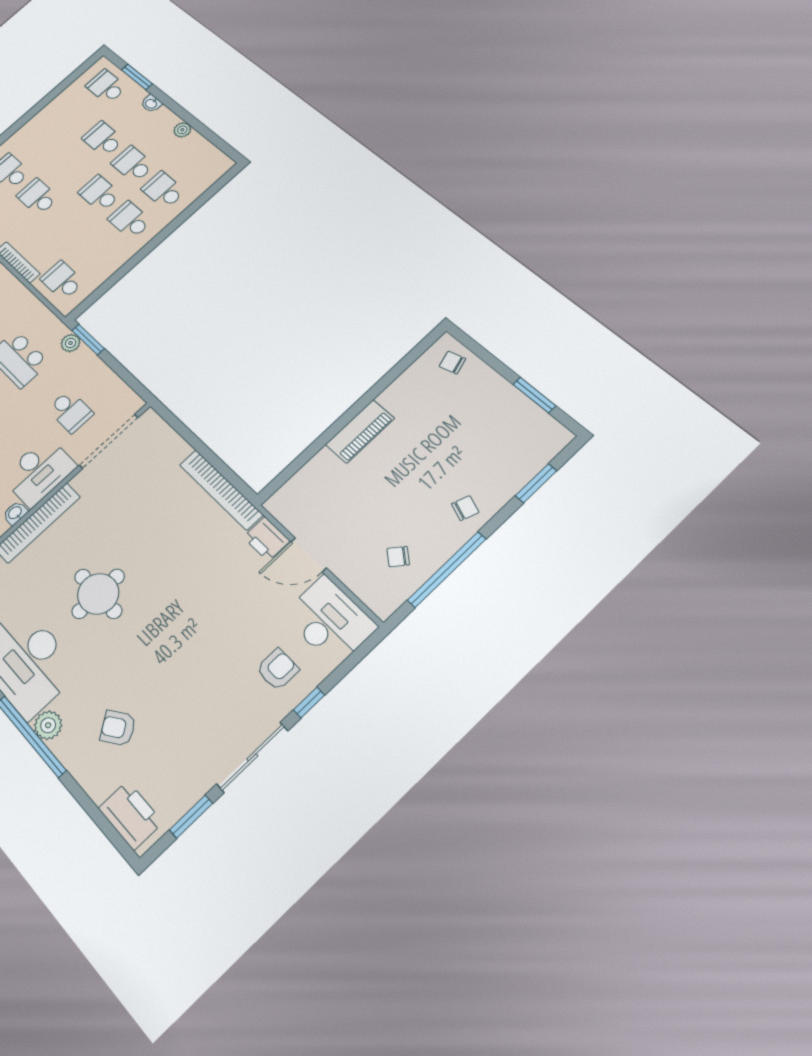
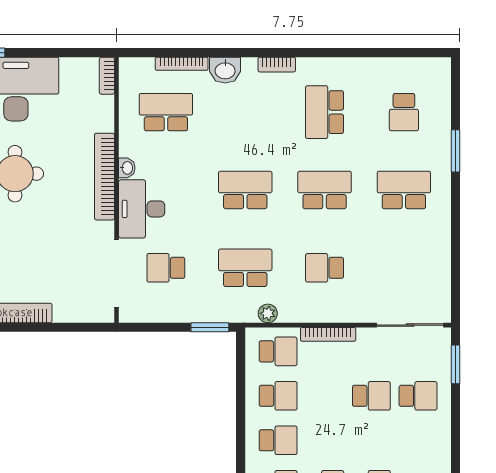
school desk: (100, 194) -> (278, 396), moved
plant: (71, 343) -> (268, 313), moved

